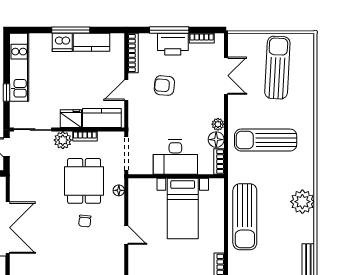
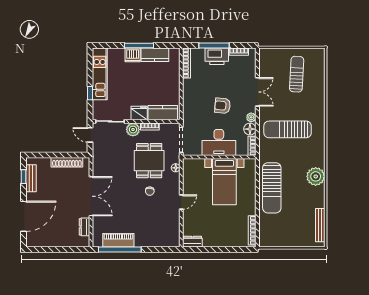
sun lounger: (277, 68) -> (297, 74), width x0.73, depth x0.75
double door: (226, 76) -> (257, 92), moved
armchair: (164, 86) -> (222, 106), moved
door: (126, 90) -> (181, 91), removed
door: (126, 235) -> (181, 202), hinge flipped

